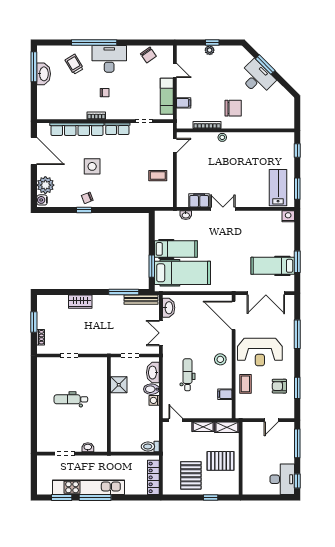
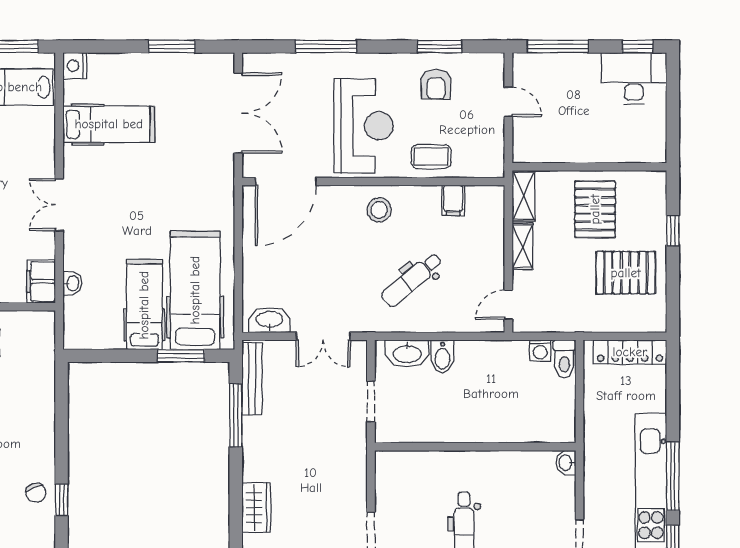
filing cabinet: (199, 200) -> (41, 282), moved
hospital bed: (273, 266) -> (109, 124), moved, turned -90
dental chair: (188, 375) -> (412, 280), turned -40
shower: (119, 385) -> (433, 426), removed
washing machine: (154, 400) -> (540, 350), moved
washbasin: (88, 447) -> (566, 463), moved

